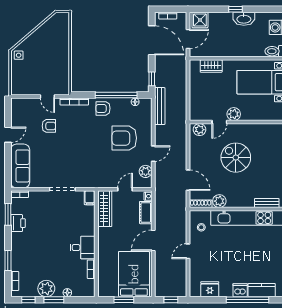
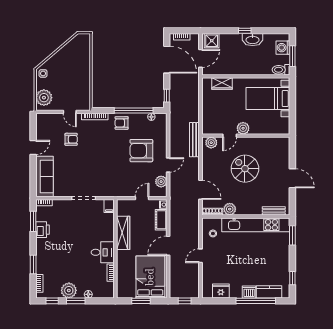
plant: (20, 81) -> (44, 98), added
bench: (160, 106) -> (194, 140), moved
wardrobe: (105, 209) -> (123, 233), moved

